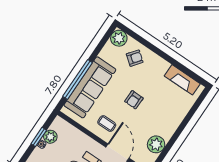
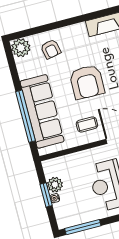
armchair: (135, 58) -> (51, 49), turned 130
armchair: (134, 100) -> (87, 82), width x1.88, depth x1.88

